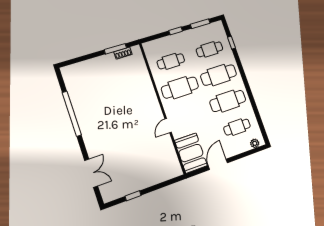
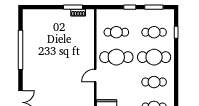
cafe table: (228, 101) -> (154, 82), width x0.73, depth x0.74
door: (168, 126) -> (95, 76), moved

